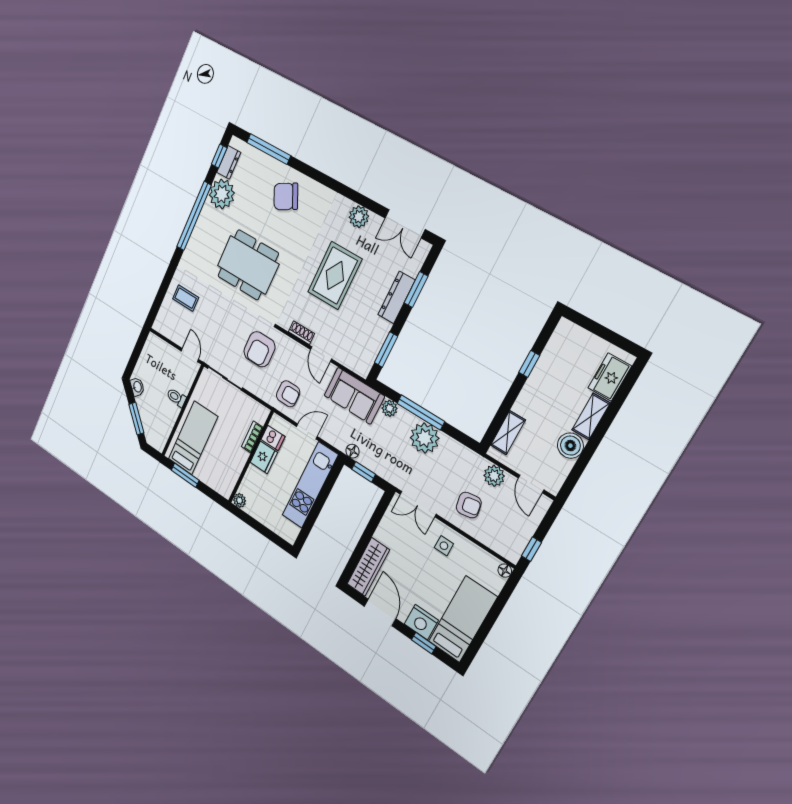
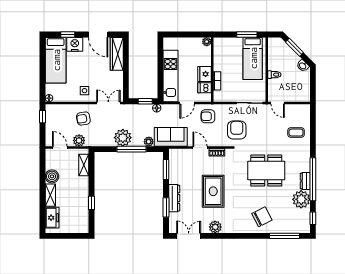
dresser: (229, 162) -> (305, 181), moved

